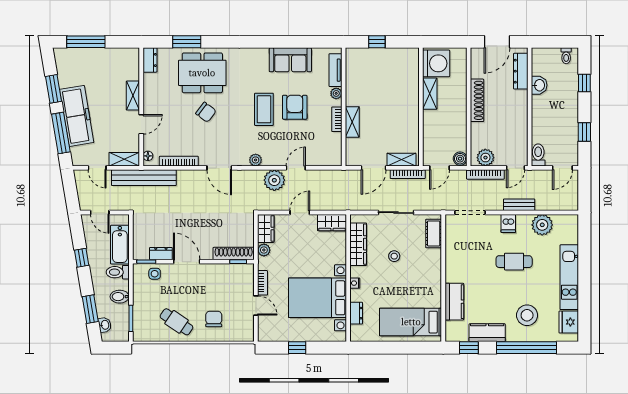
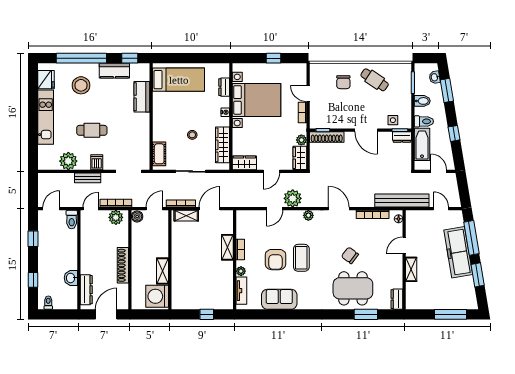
shelving: (124, 159) -> (418, 216), removed
dresser: (161, 254) -> (402, 137), moved

